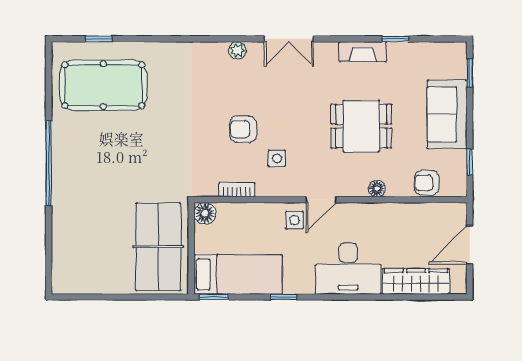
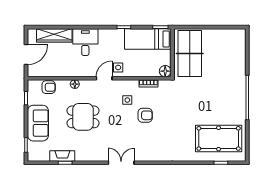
plant: (237, 50) -> (148, 157), removed
fireplace: (363, 52) -> (62, 156), moved
desk: (348, 269) -> (85, 42), width x0.73

